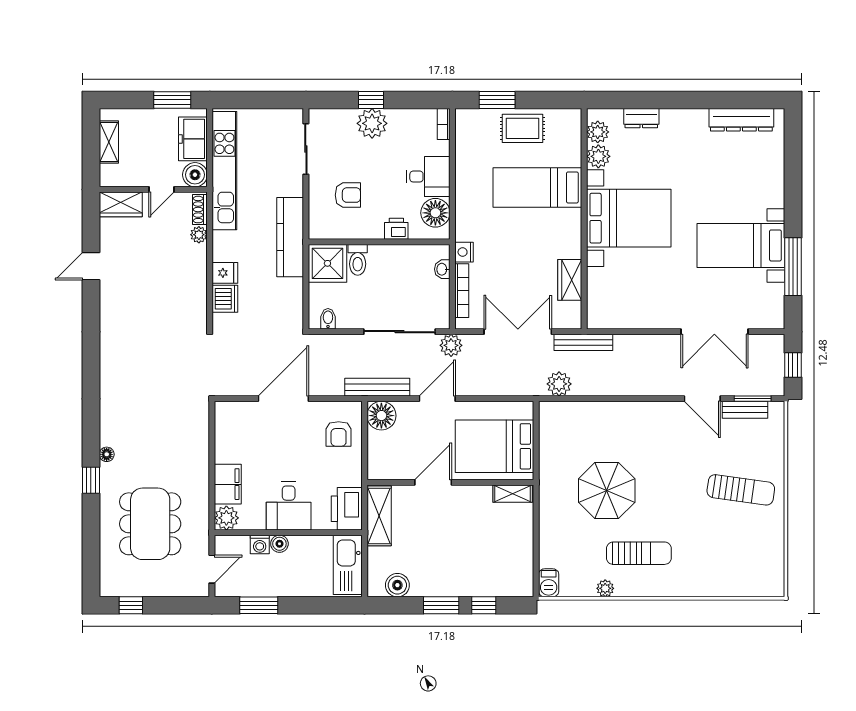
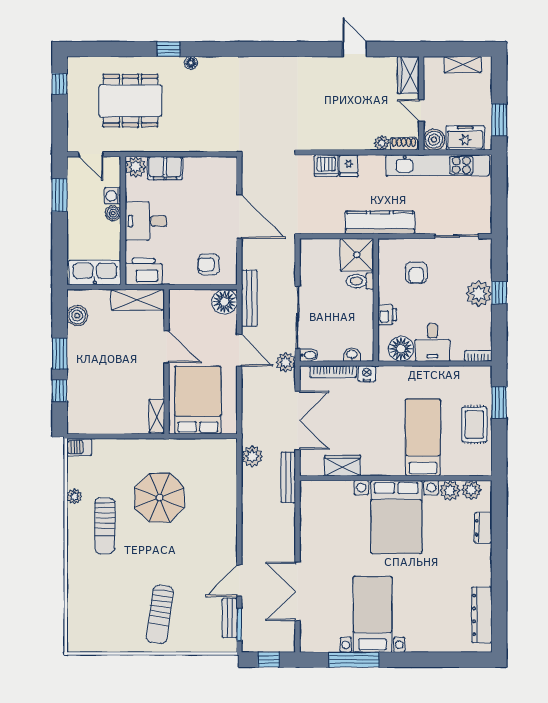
bidet: (328, 319) -> (309, 355), moved

